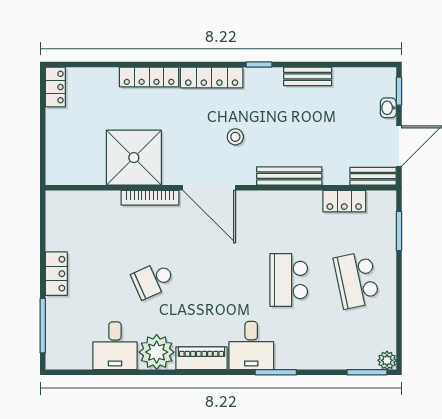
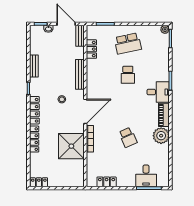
locker: (56, 274) -> (107, 182), moved
school desk: (289, 280) -> (128, 75), width x0.54
desk: (115, 346) -> (146, 176), moved, turned 90

